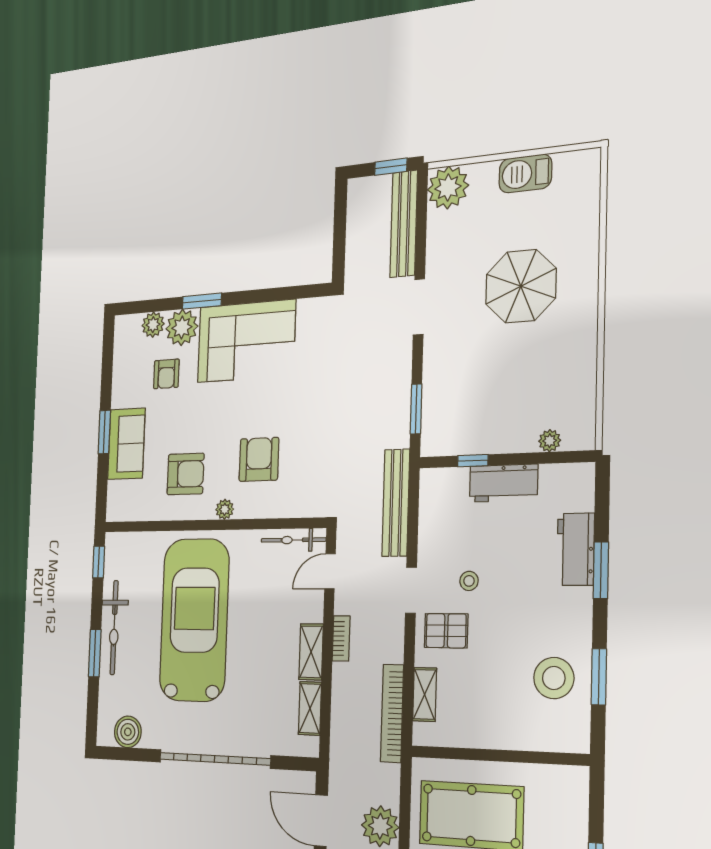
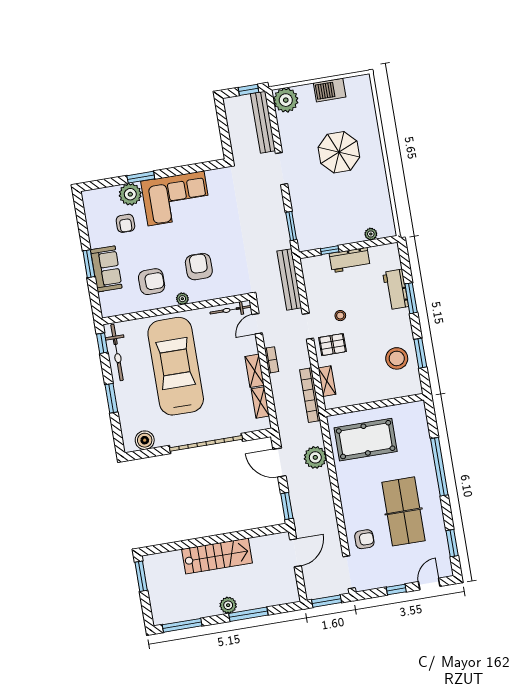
plant: (153, 325) -> (110, 194), removed
bicycle: (114, 627) -> (117, 352), moved

